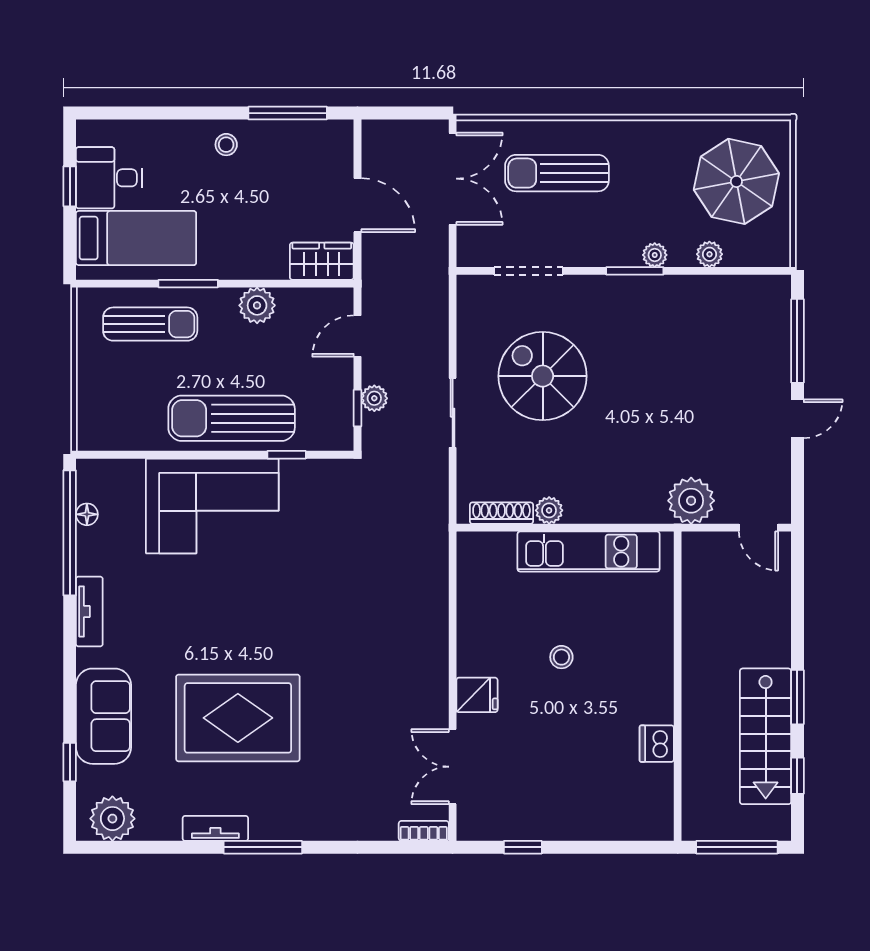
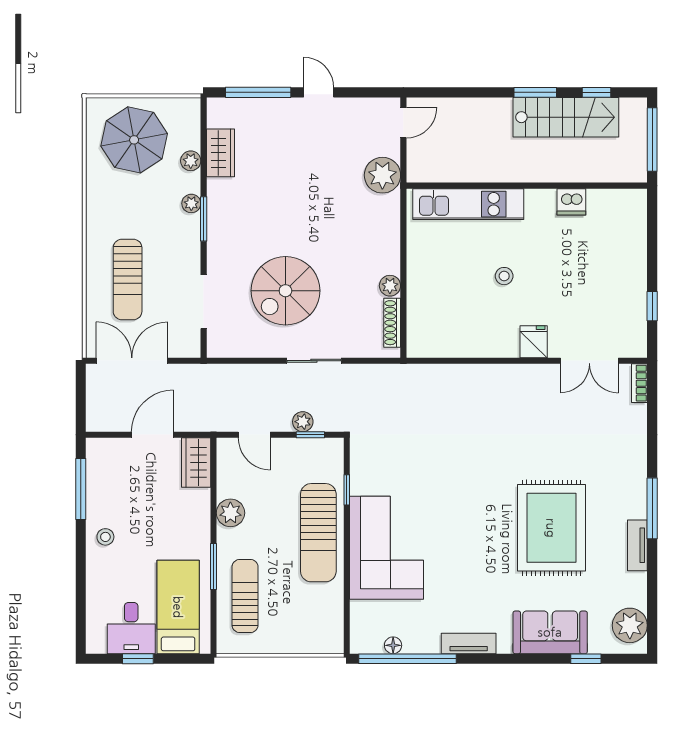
wardrobe: (720, 293) -> (221, 153), added
kitchen unit: (589, 552) -> (468, 204), moved, turned 90

